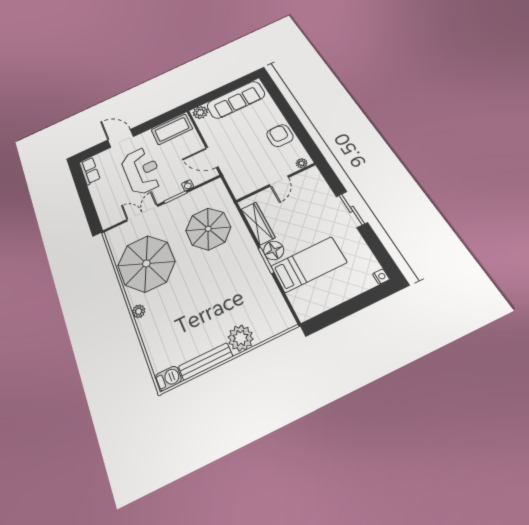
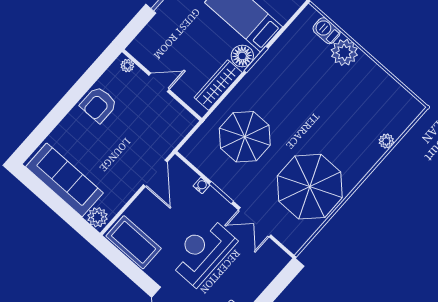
plant: (139, 311) -> (386, 141), moved
bench: (206, 361) -> (380, 77), removed
barbecue: (168, 378) -> (327, 31), moved

